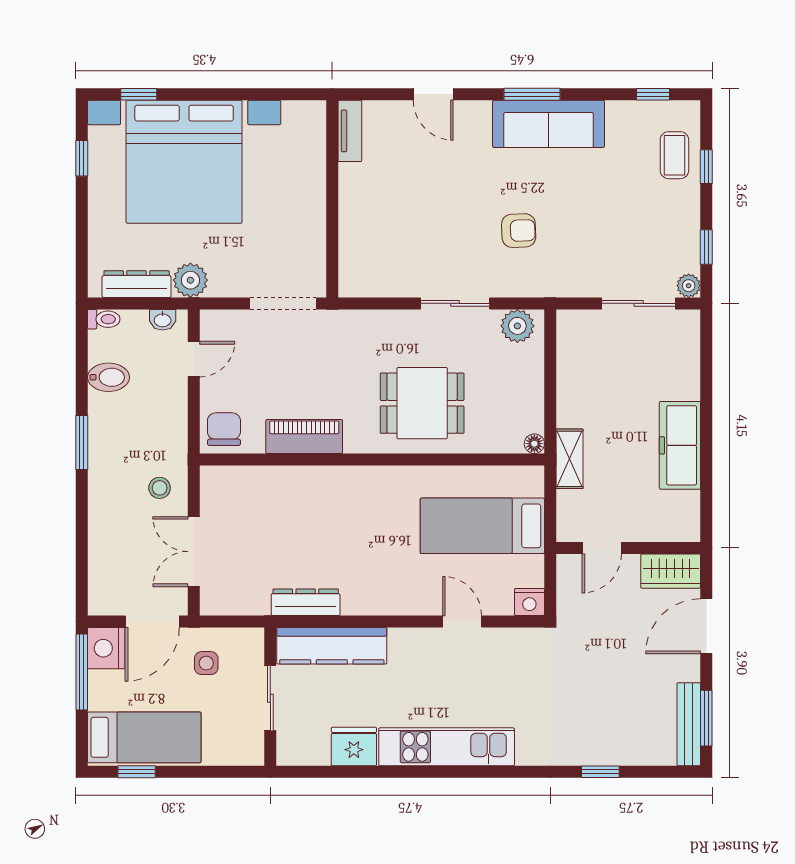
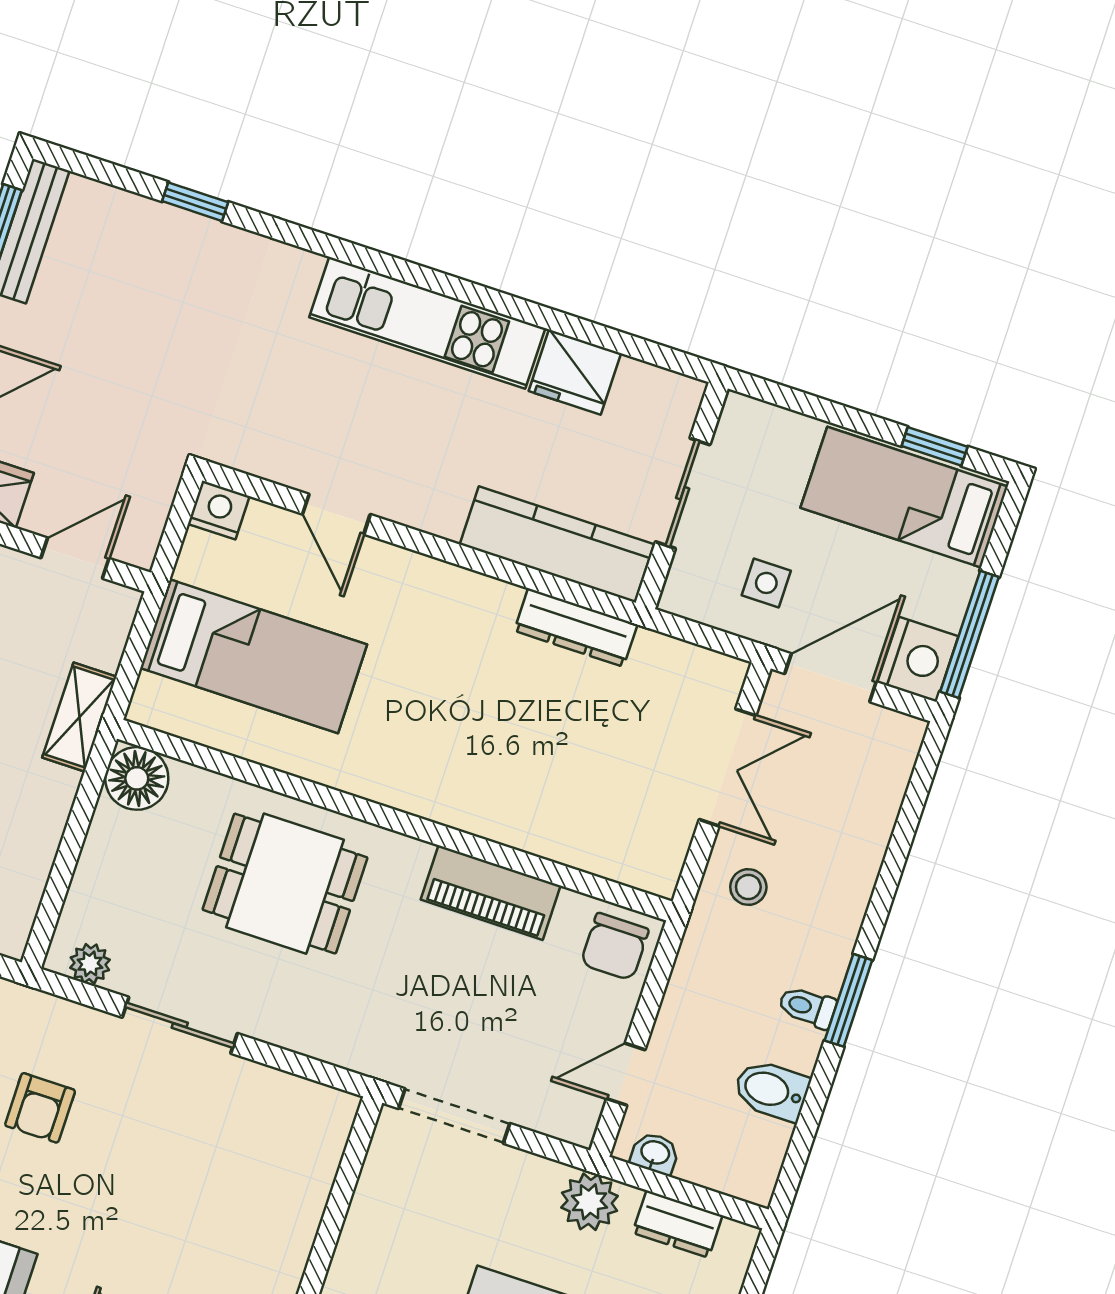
armchair: (519, 231) -> (40, 1108), turned -88
dresser: (137, 284) -> (678, 1224), width x0.70
toilet: (104, 319) -> (807, 1007), moved
plant: (517, 326) -> (90, 964), width x0.73, depth x0.73
floor lamp: (534, 444) -> (137, 778), width x1.89, depth x1.89

